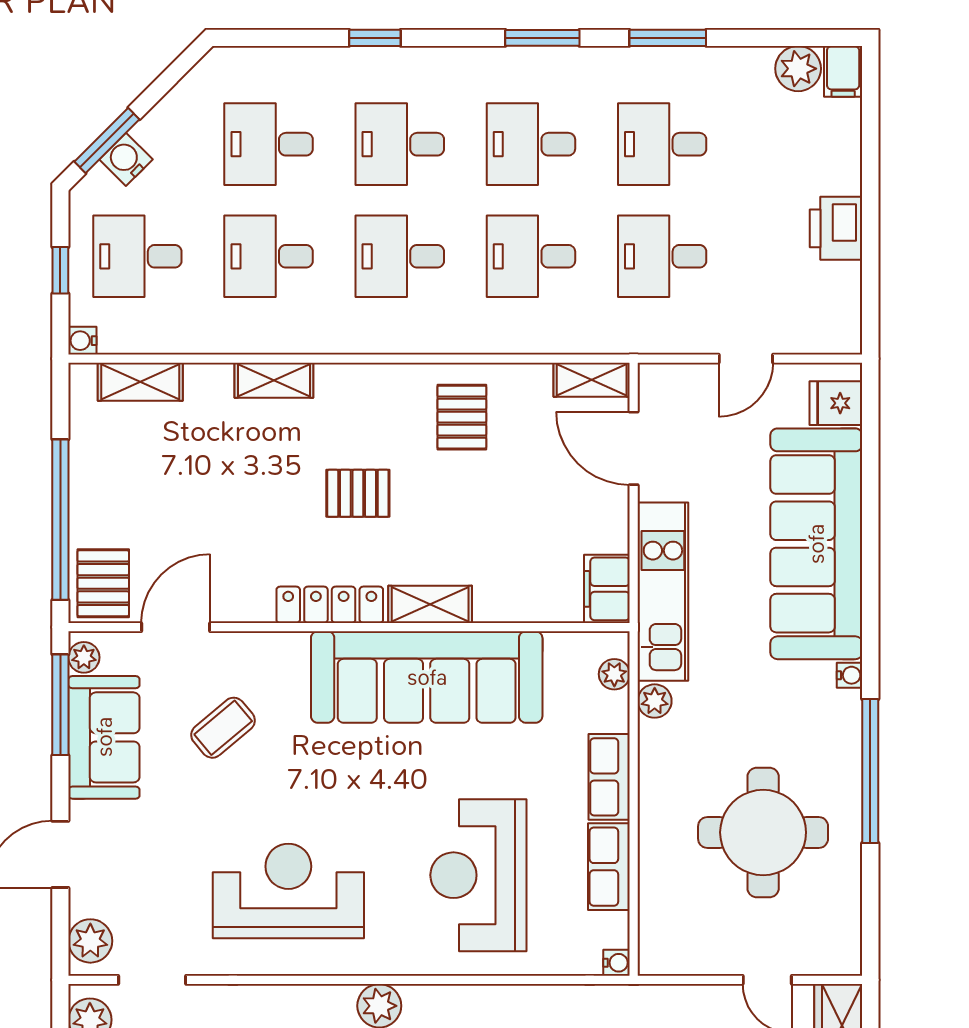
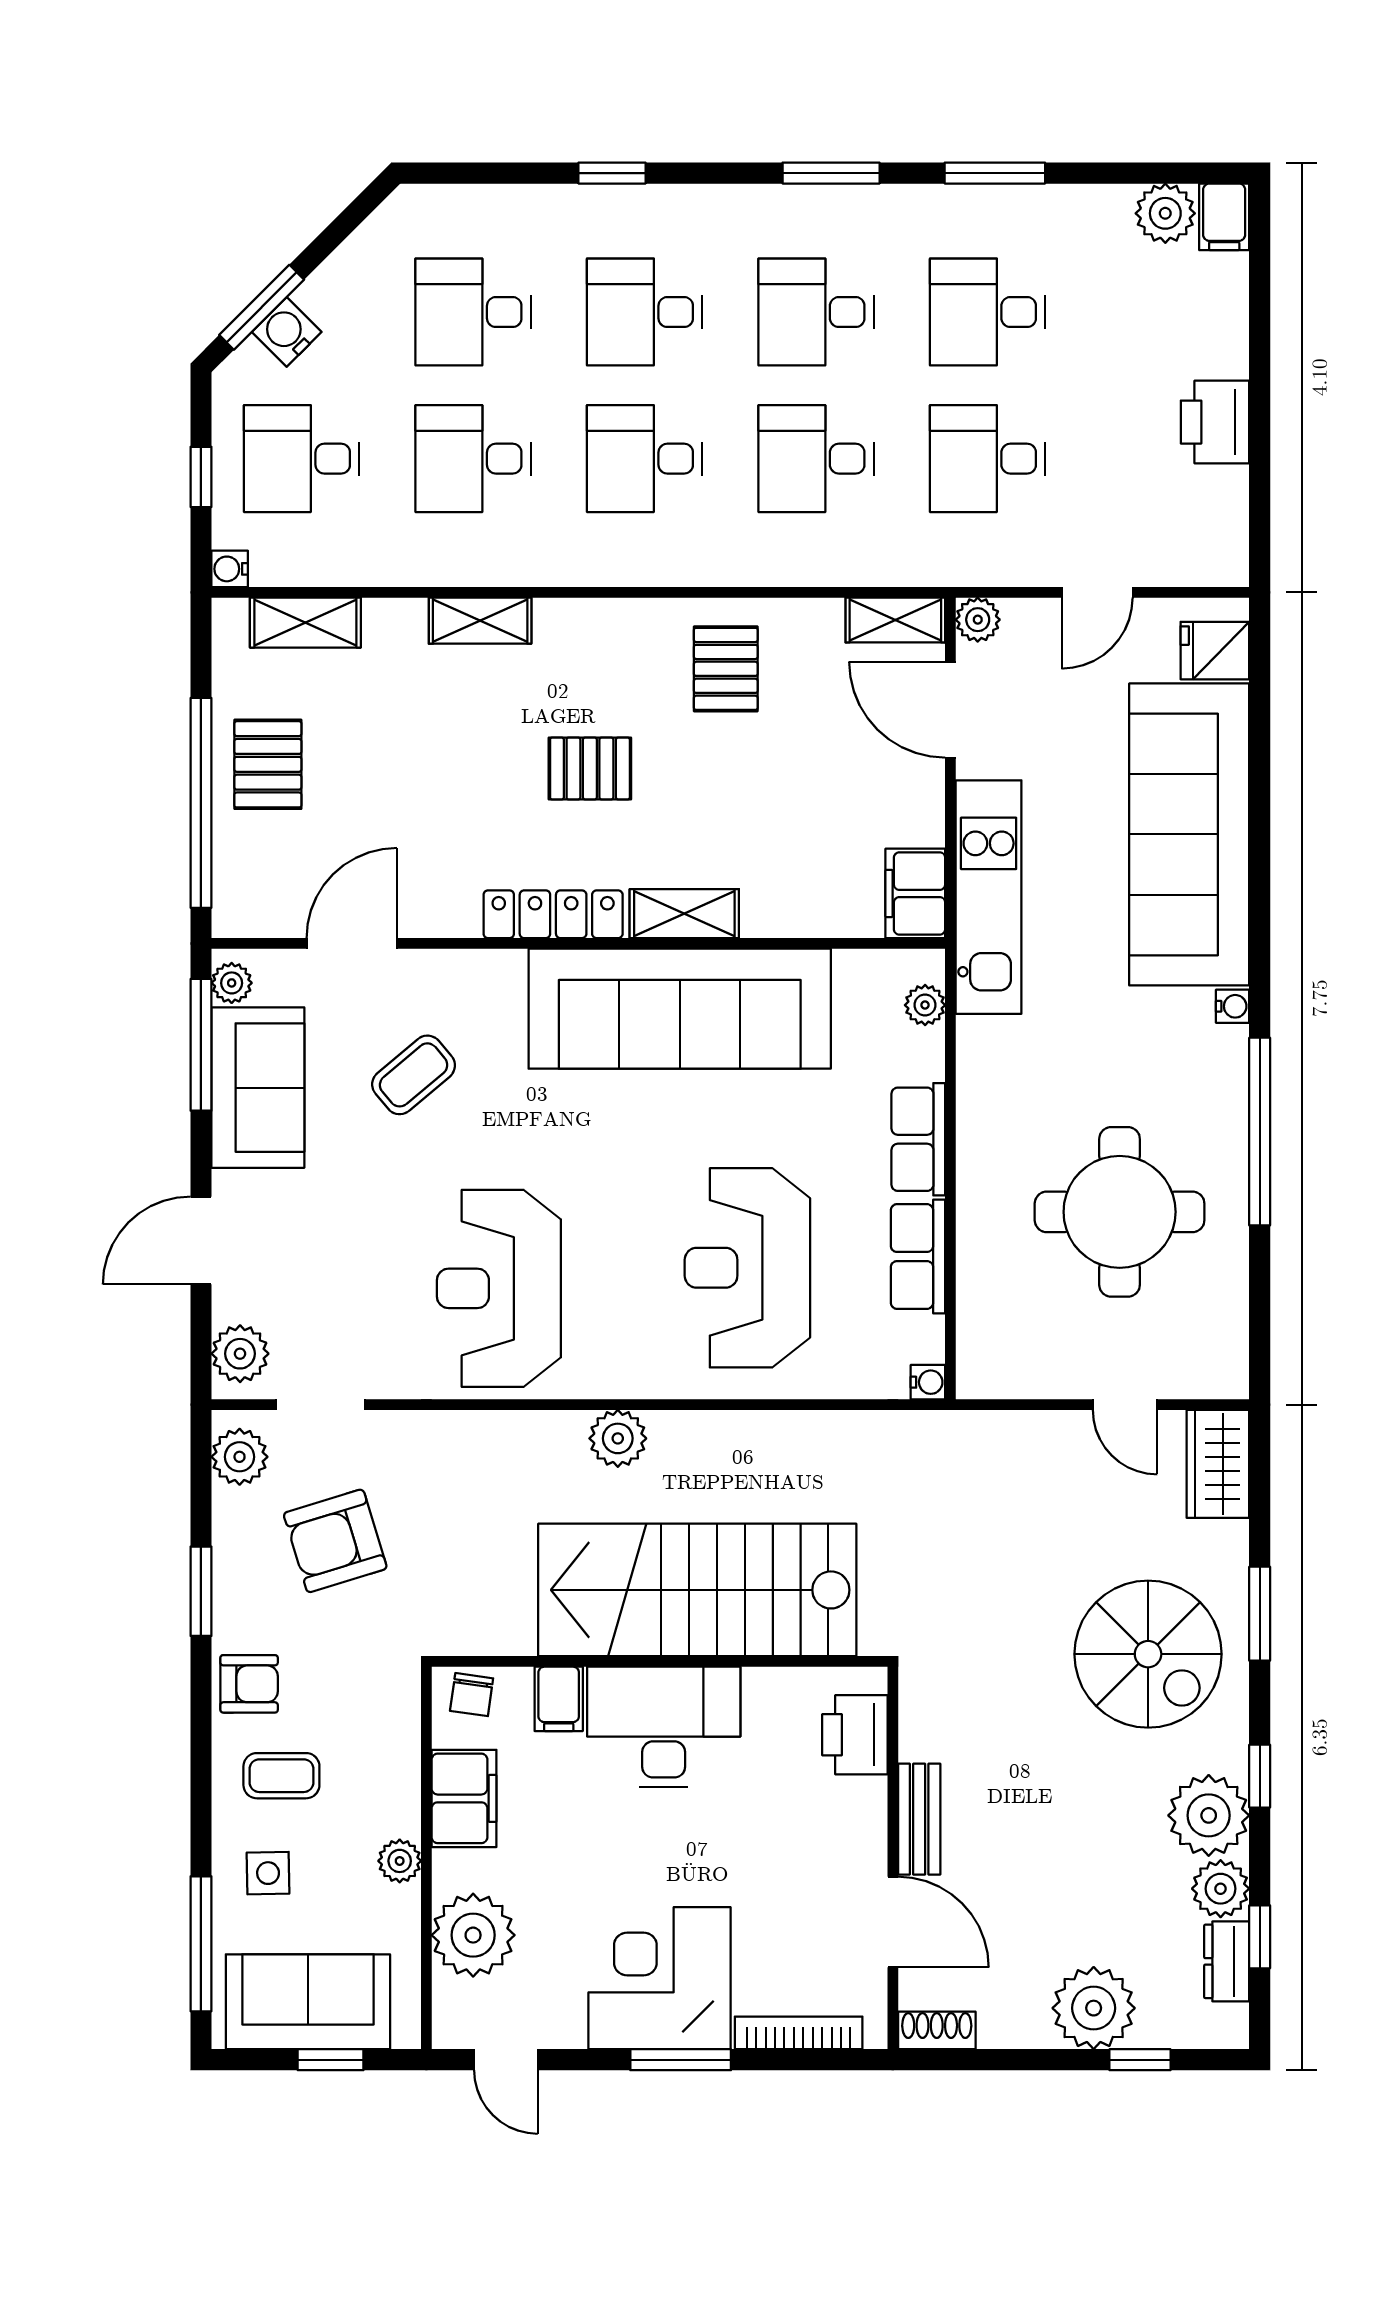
pallet: (103, 583) -> (268, 764), moved
plant: (655, 701) -> (978, 620), moved
reception desk: (288, 891) -> (499, 1288), turned -90

